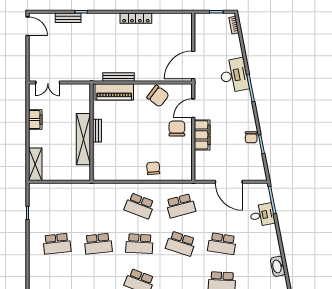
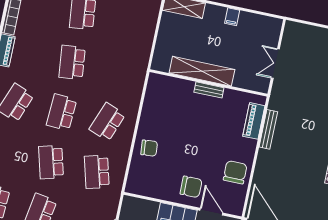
double door: (48, 82) -> (275, 63), moved
piano: (114, 92) -> (254, 121), width x0.73, depth x0.75
chair: (158, 96) -> (235, 172), turned 143
filing cabinet: (35, 120) -> (232, 17), width x0.50
school desk: (181, 244) -> (51, 162), turned -33

